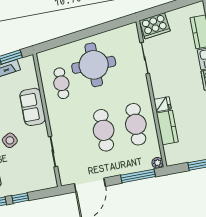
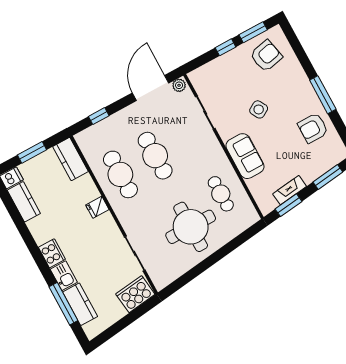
kitchen counter: (167, 128) -> (71, 159), moved
plant: (157, 163) -> (179, 85), moved
window: (138, 176) -> (99, 116), width x0.46

